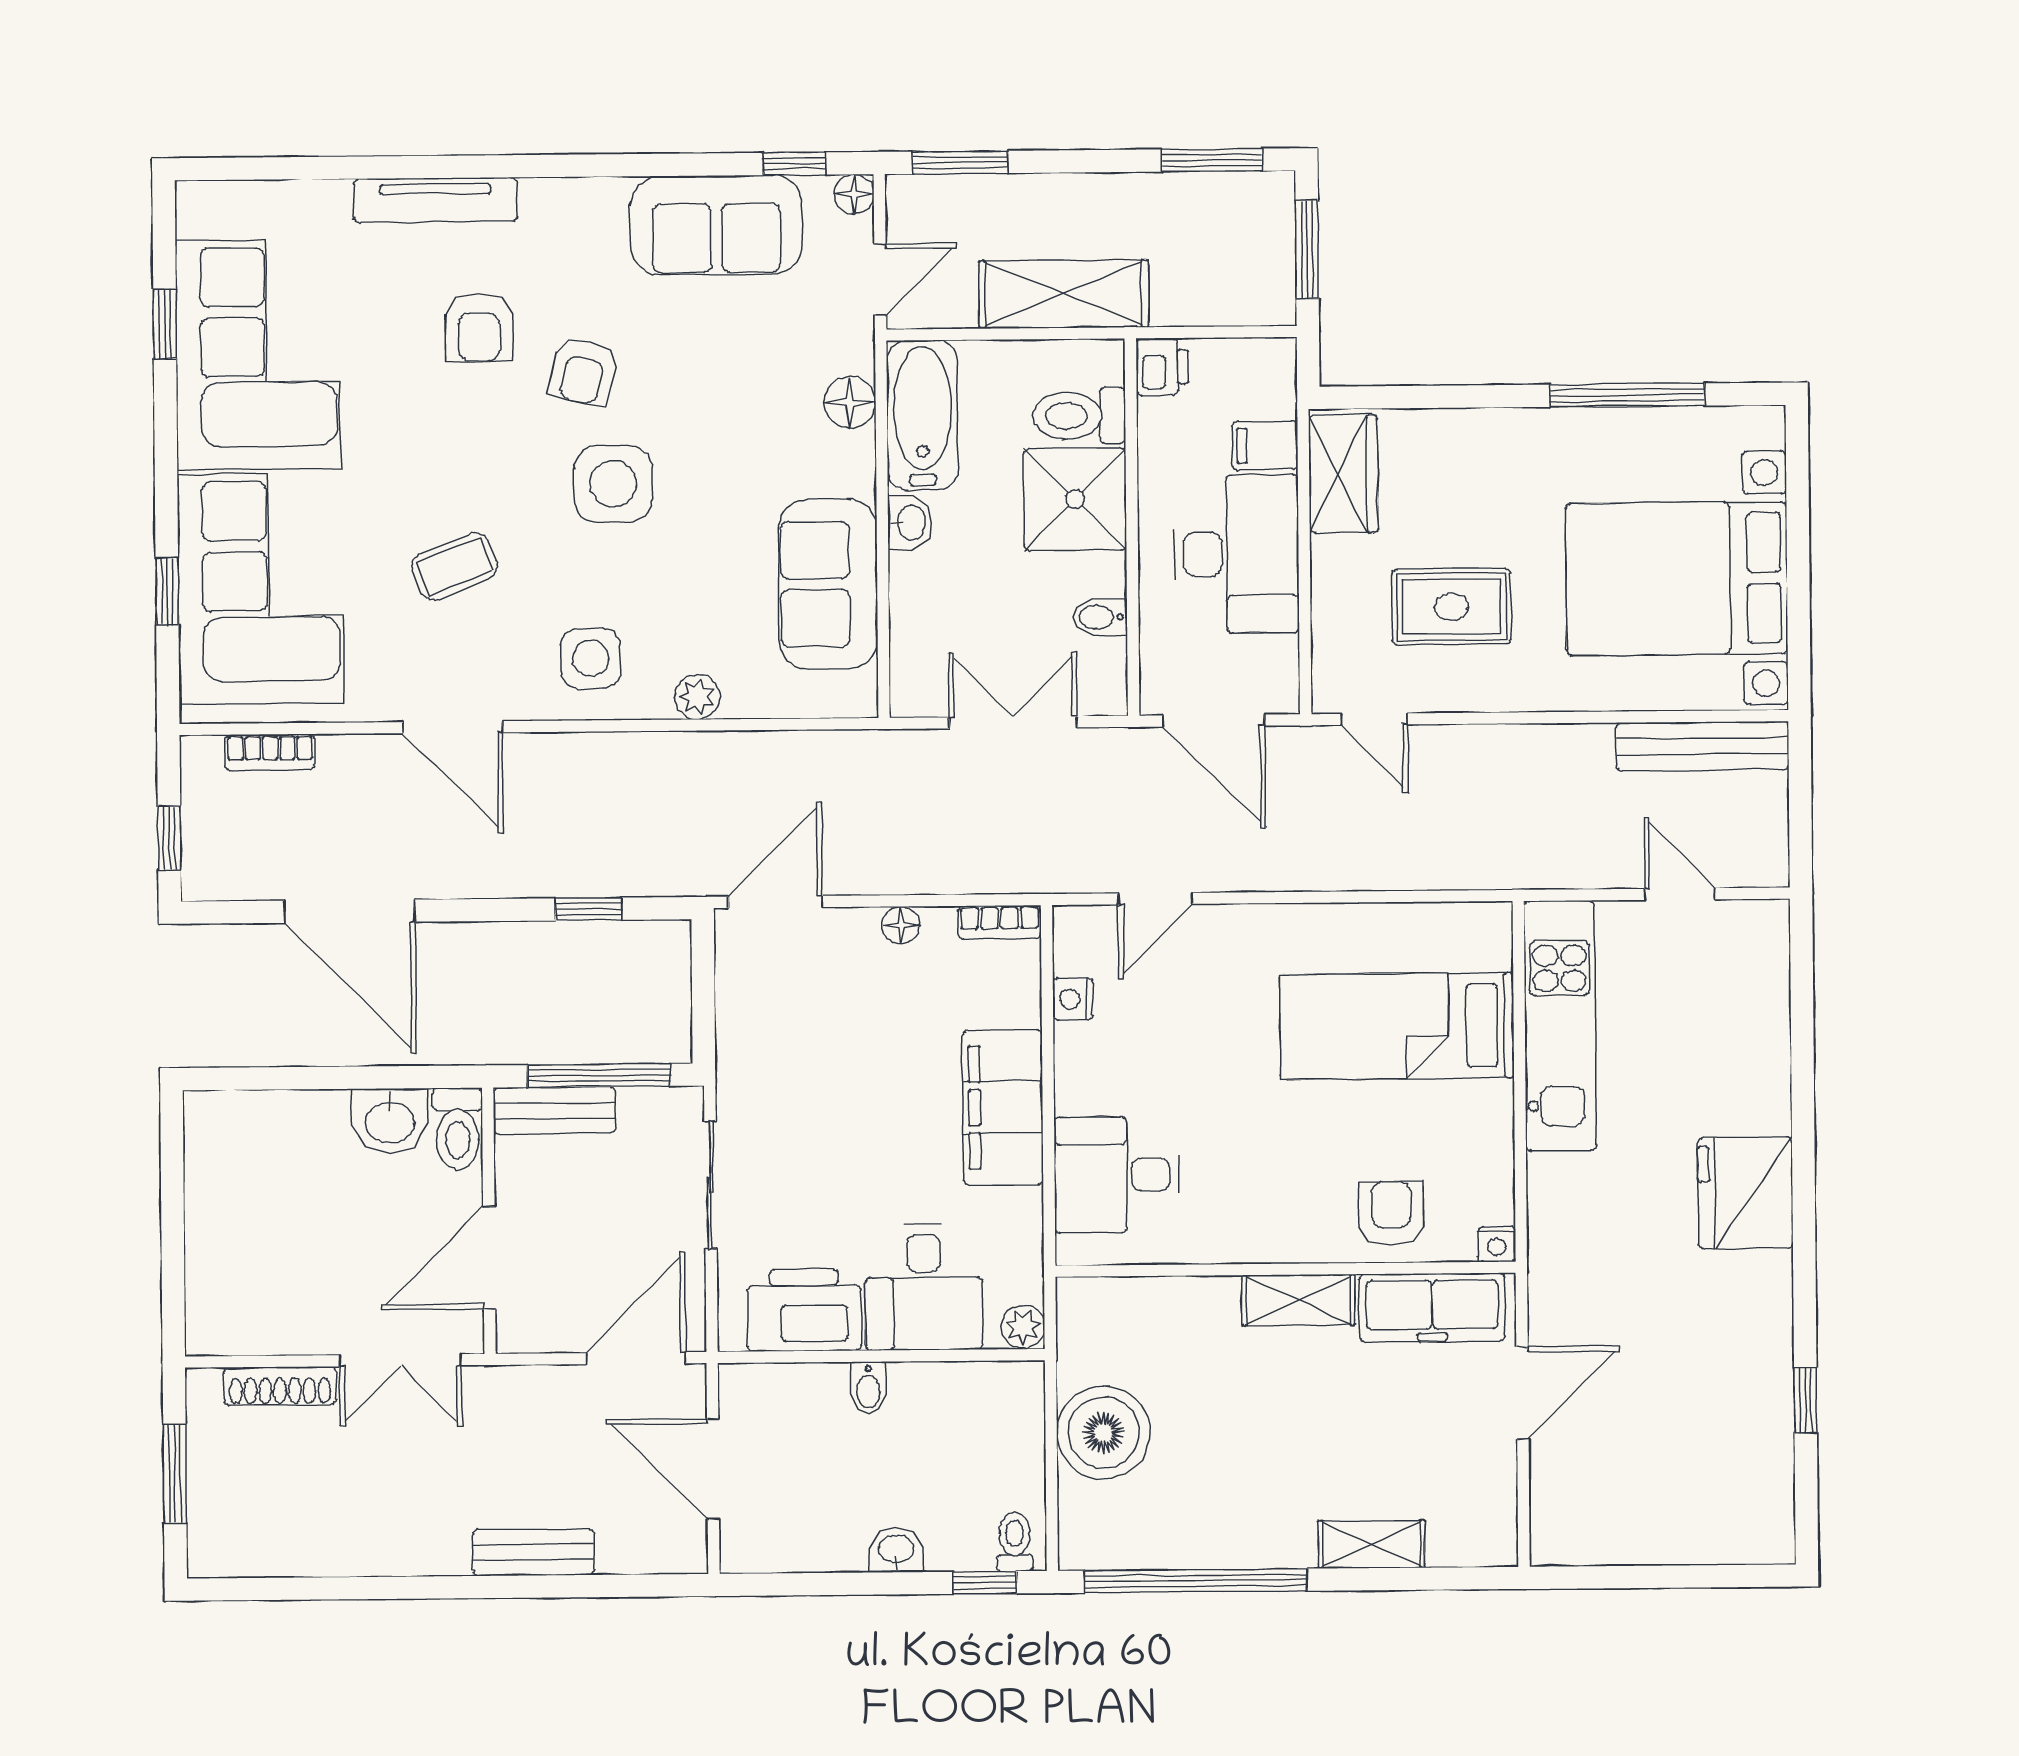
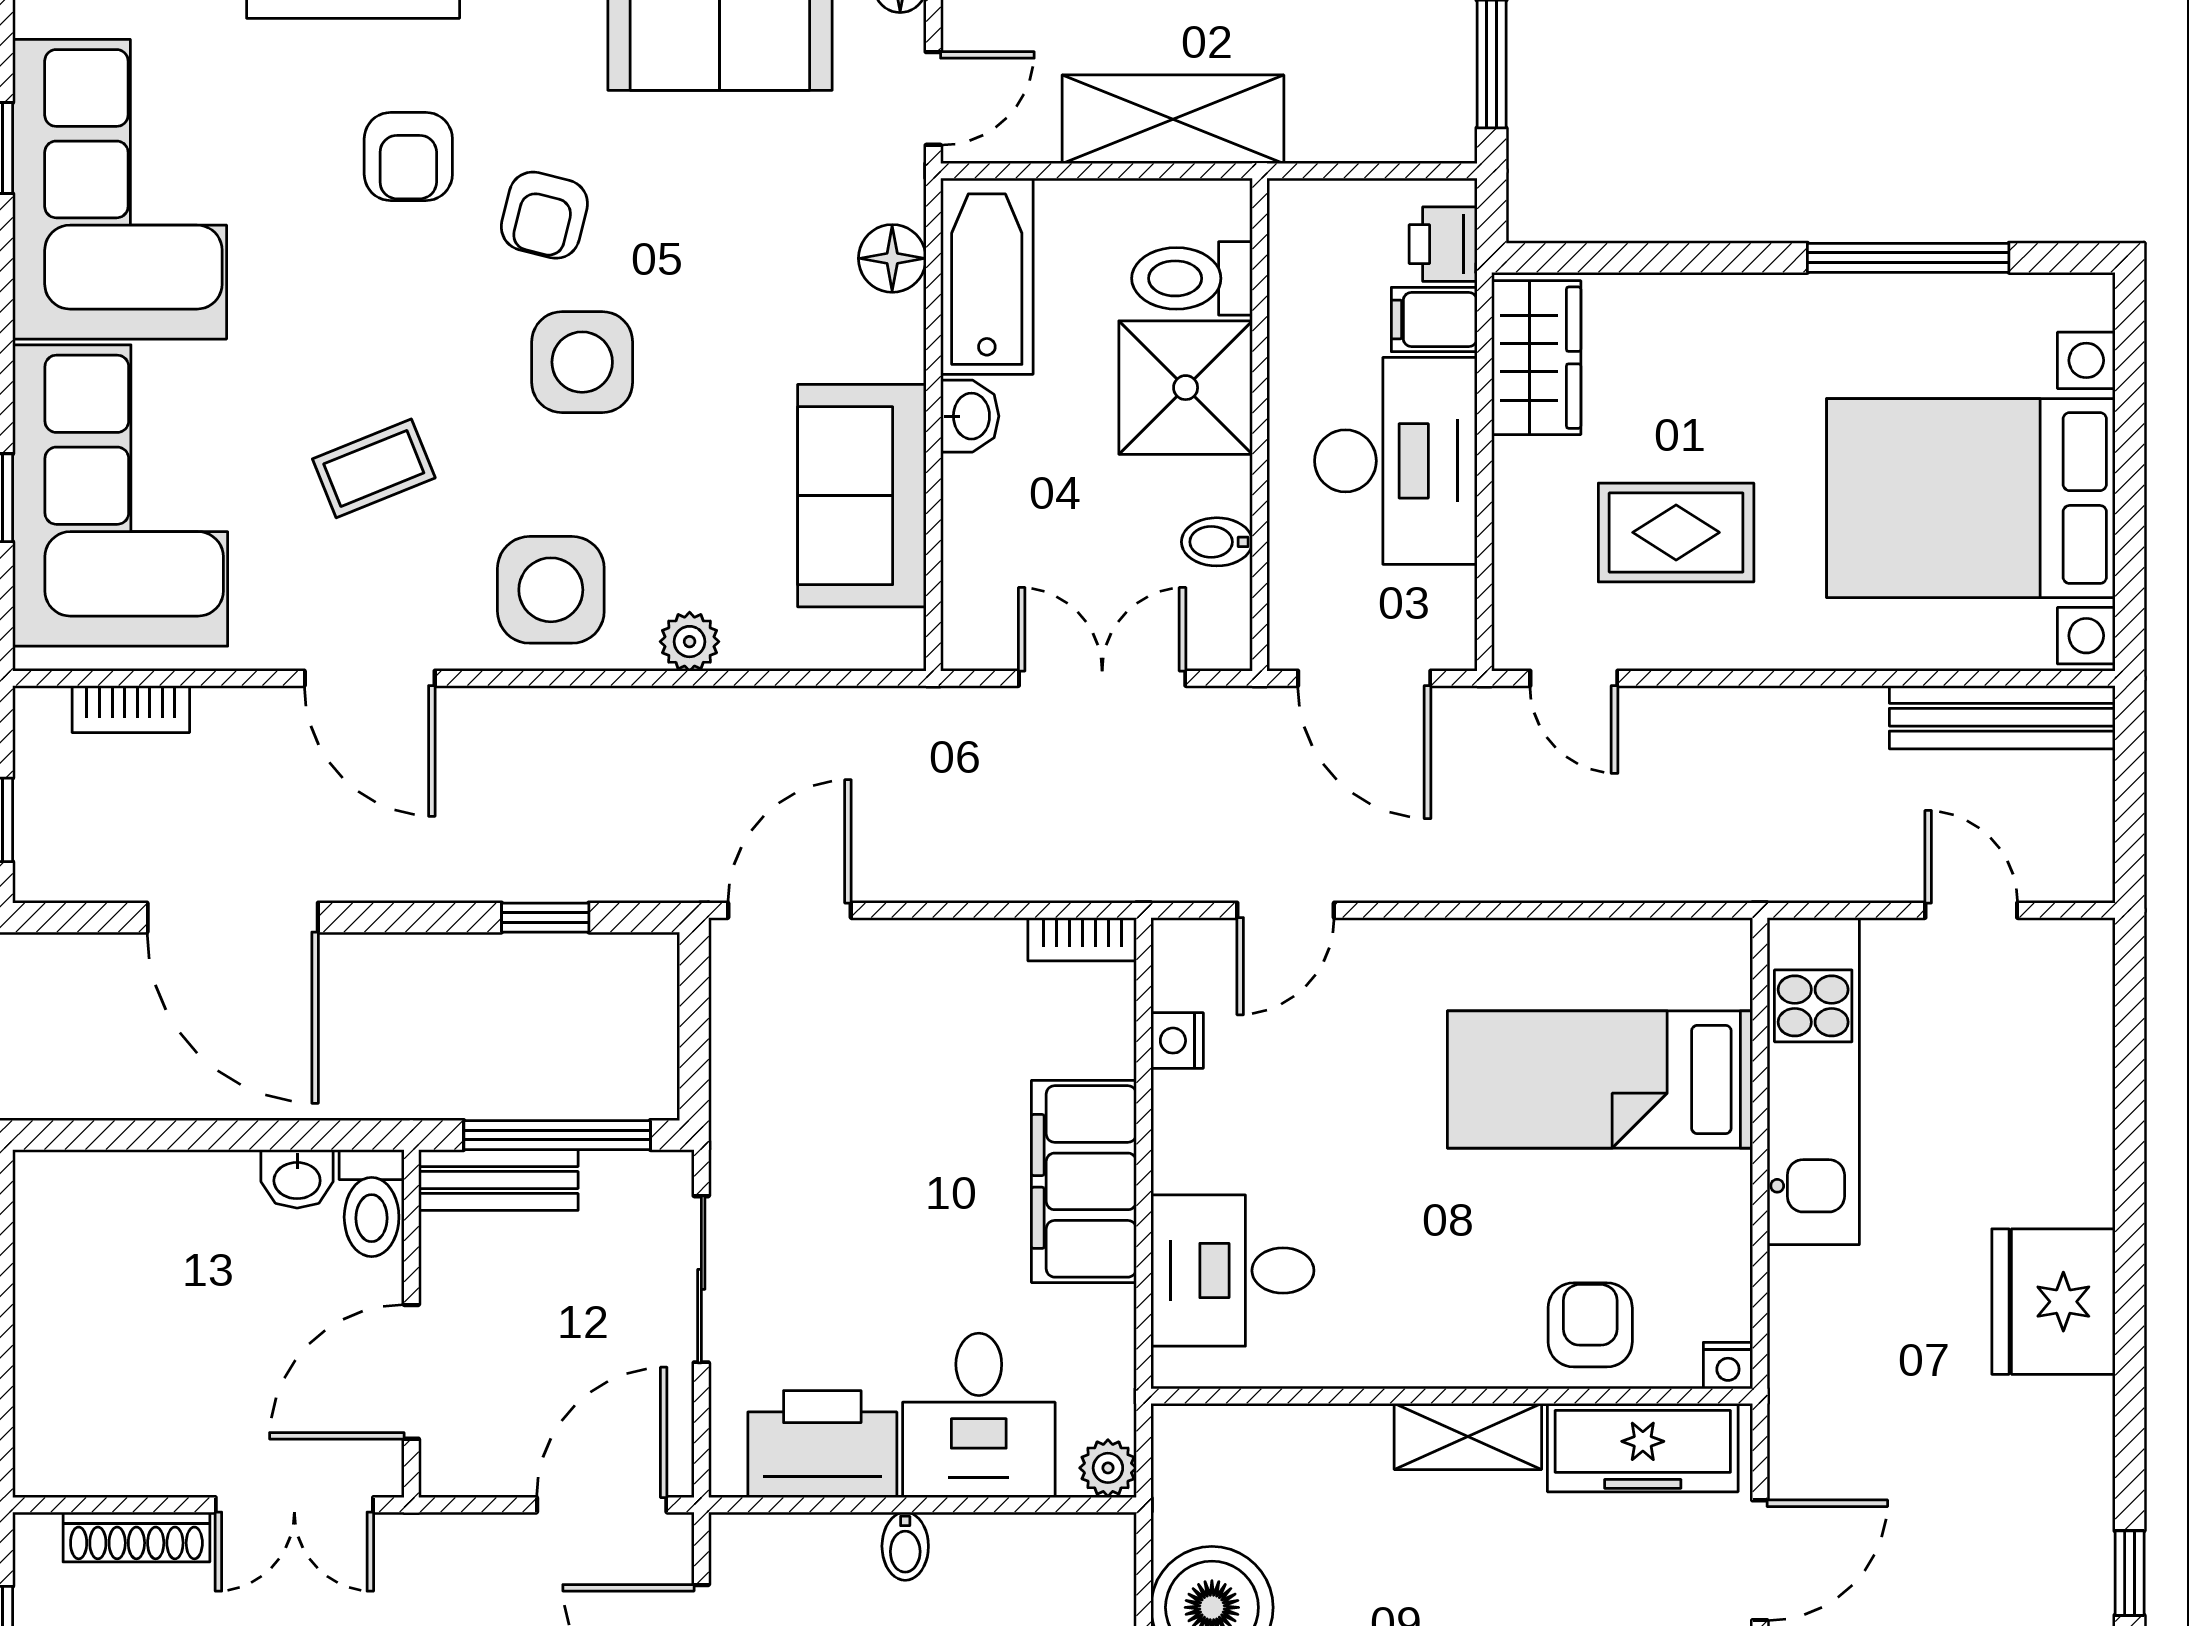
printer: (1162, 367) -> (1443, 244), moved, turned 180
side table: (591, 658) -> (551, 590), width x1.37, depth x1.37
floor lamp: (901, 925) -> (953, 942), removed
washbasin: (390, 1121) -> (297, 1179), width x0.72, depth x0.69

